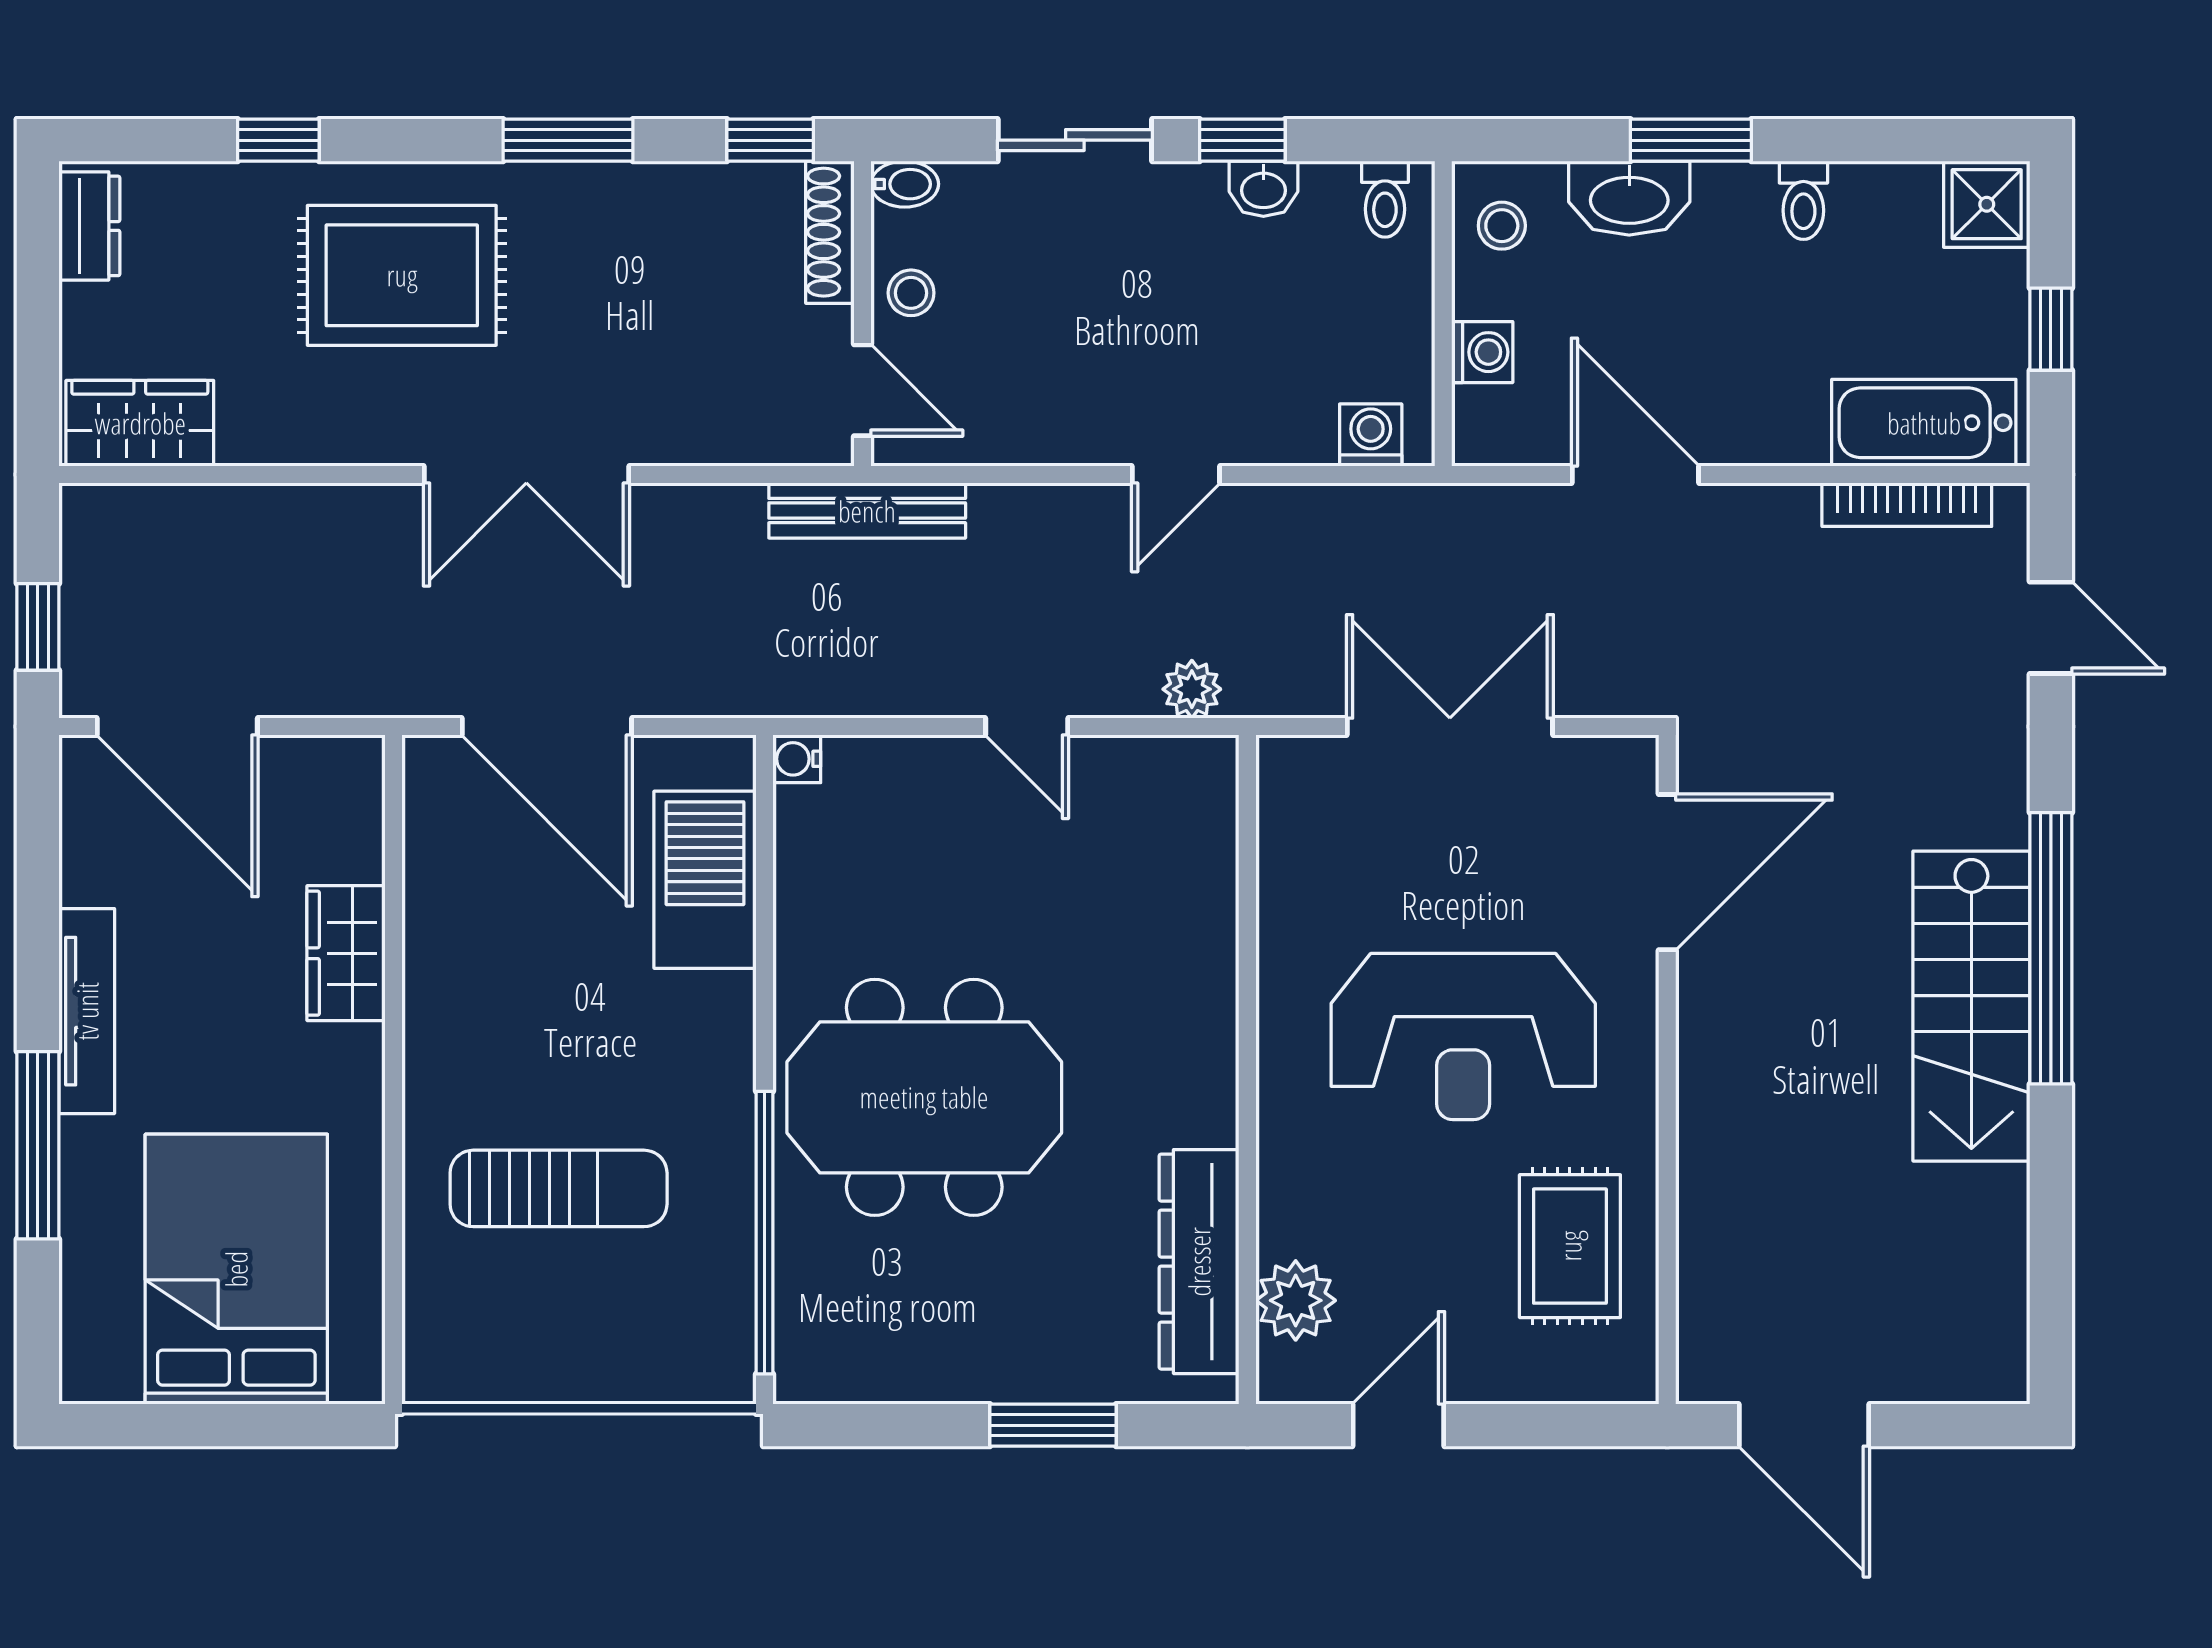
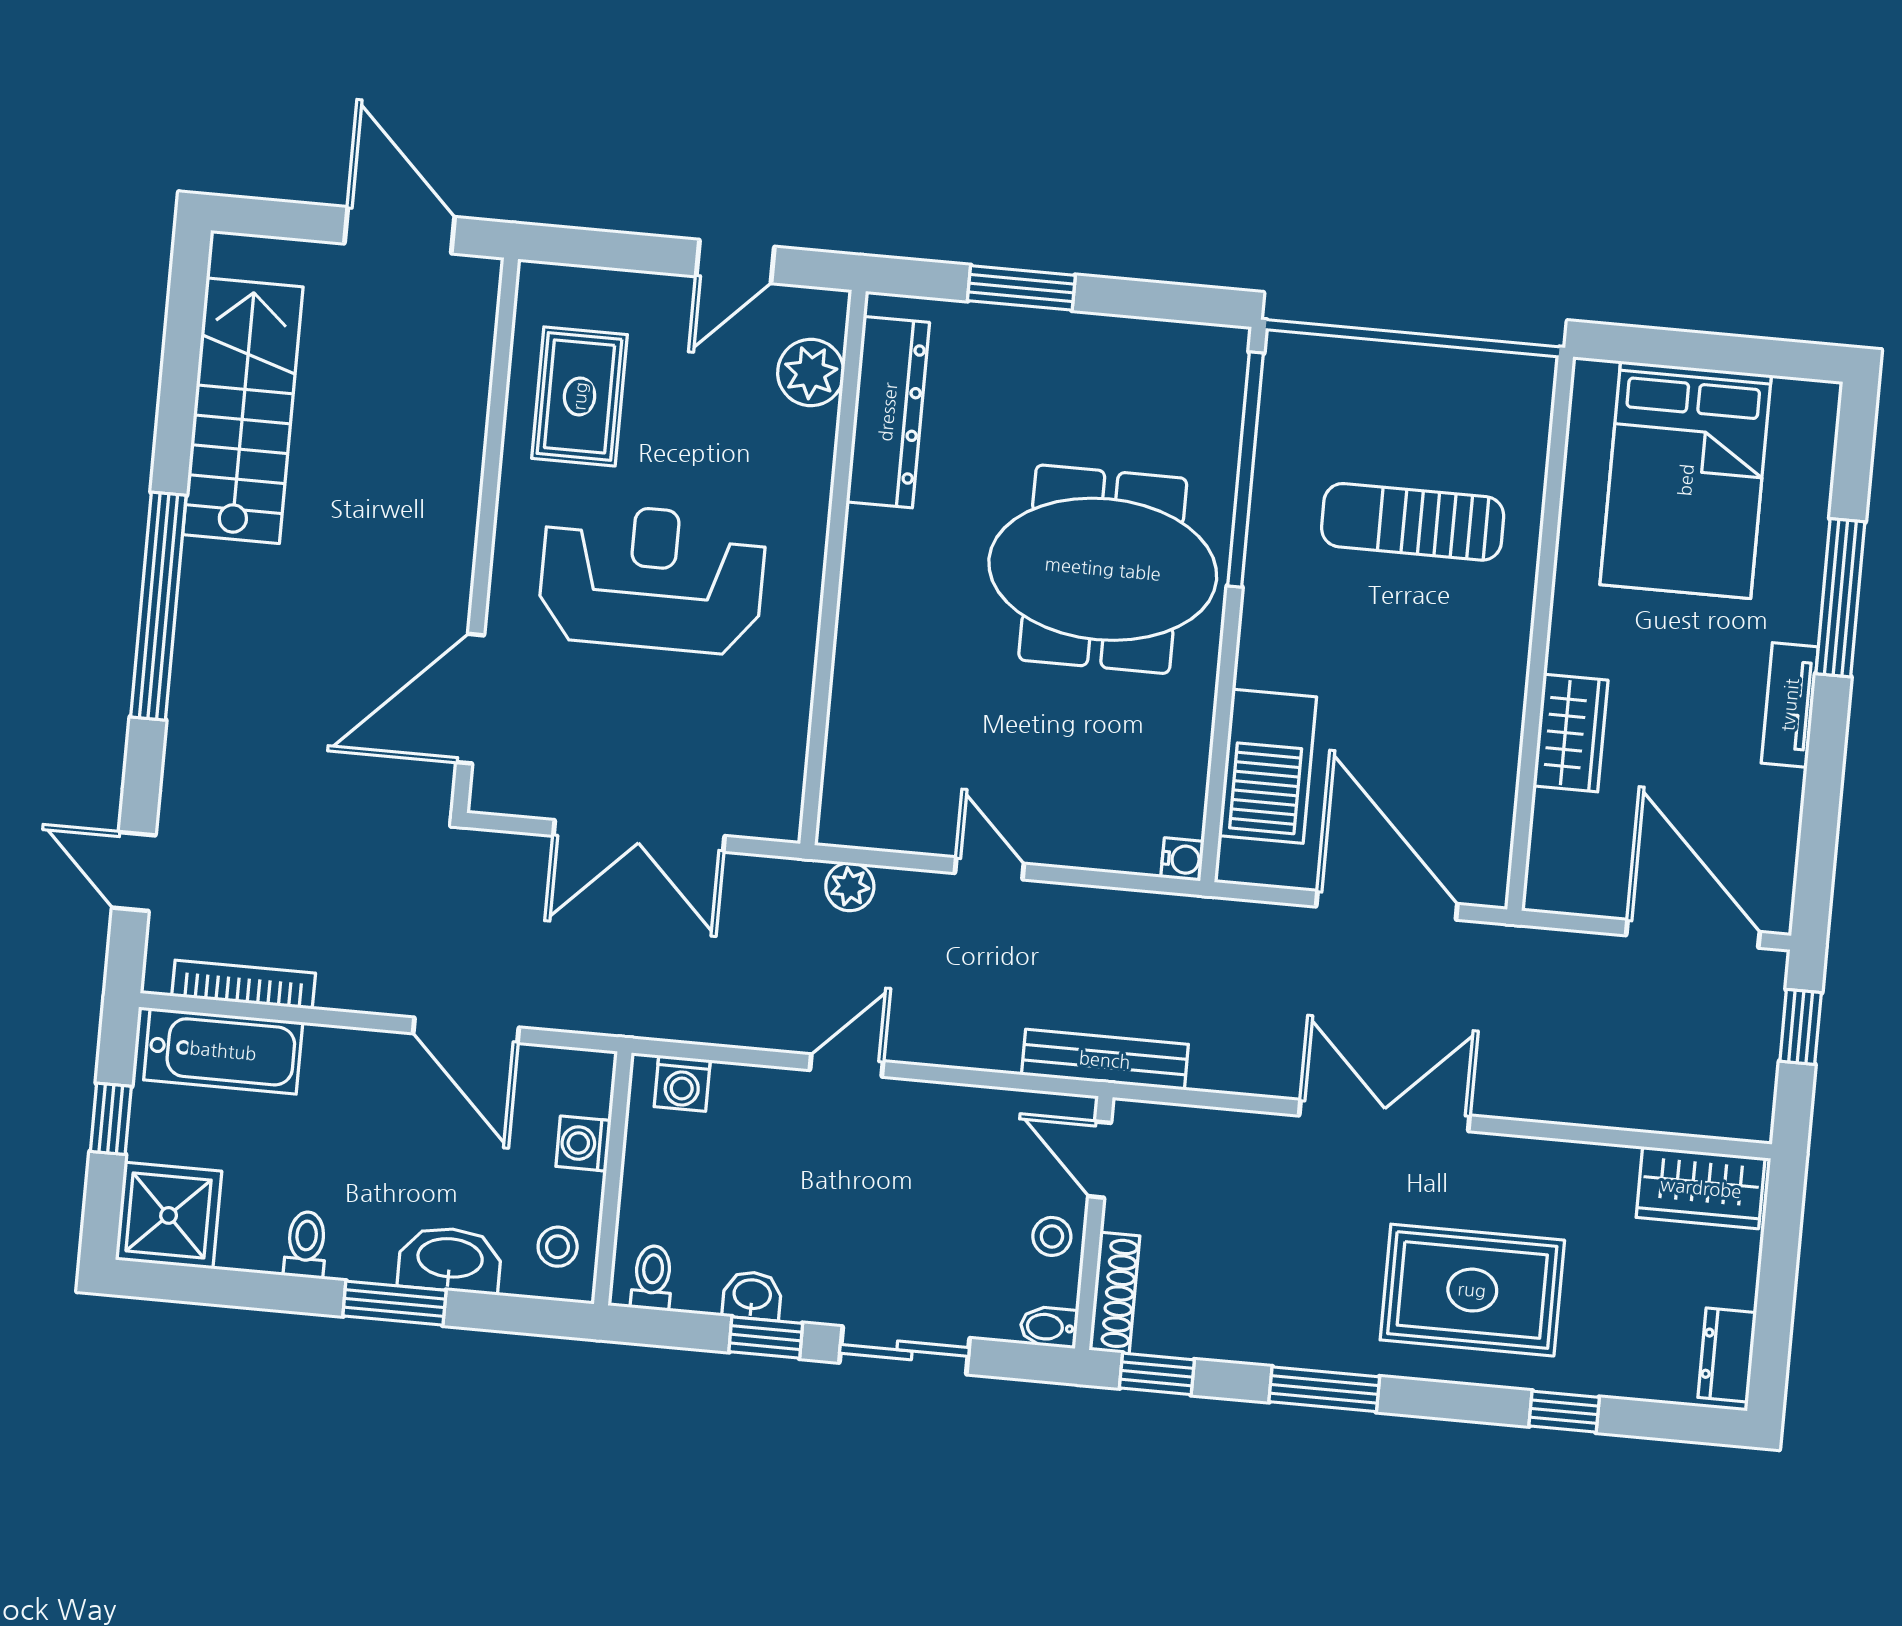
shower: (1987, 204) -> (169, 1215), width x1.36, depth x1.36
stairs: (1971, 1006) -> (243, 411), moved
tv unit: (87, 1011) -> (1790, 705), width x0.71

